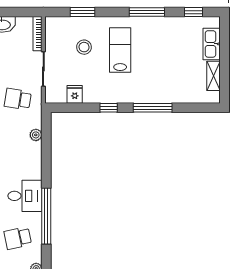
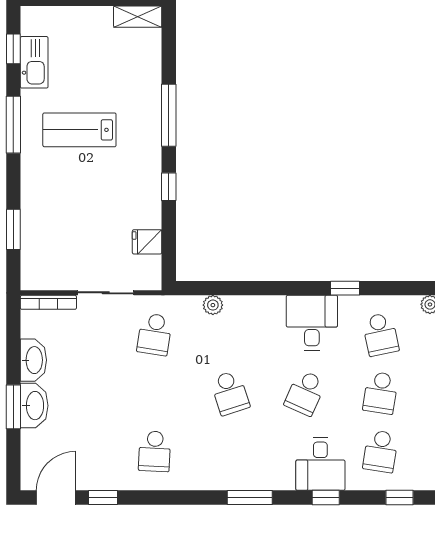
kitchen sink: (212, 44) -> (34, 62), moved, turned -90
stool: (84, 47) -> (70, 227), removed
lab bench: (120, 50) -> (79, 130), moved
shelving: (213, 76) -> (138, 17), moved
window: (46, 216) -> (345, 288), width x0.32

